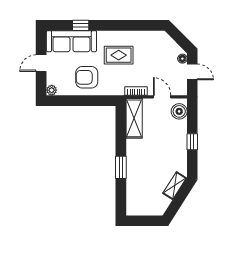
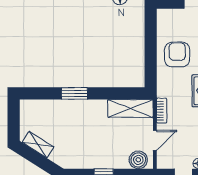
plant: (52, 90) -> (163, 14), removed
shelving: (175, 186) -> (38, 145), moved

